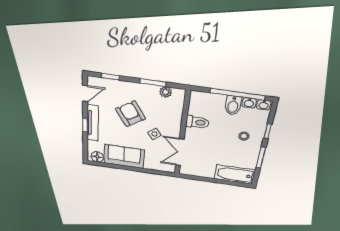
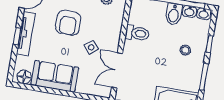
armchair: (131, 114) -> (68, 23), turned -147

